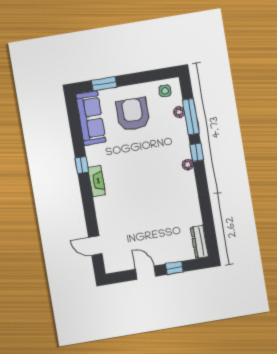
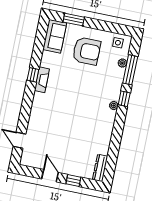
armchair: (133, 114) -> (87, 51), turned 90
sofa: (91, 118) -> (55, 36), width x0.73
fireplace: (97, 181) -> (42, 80), moved

